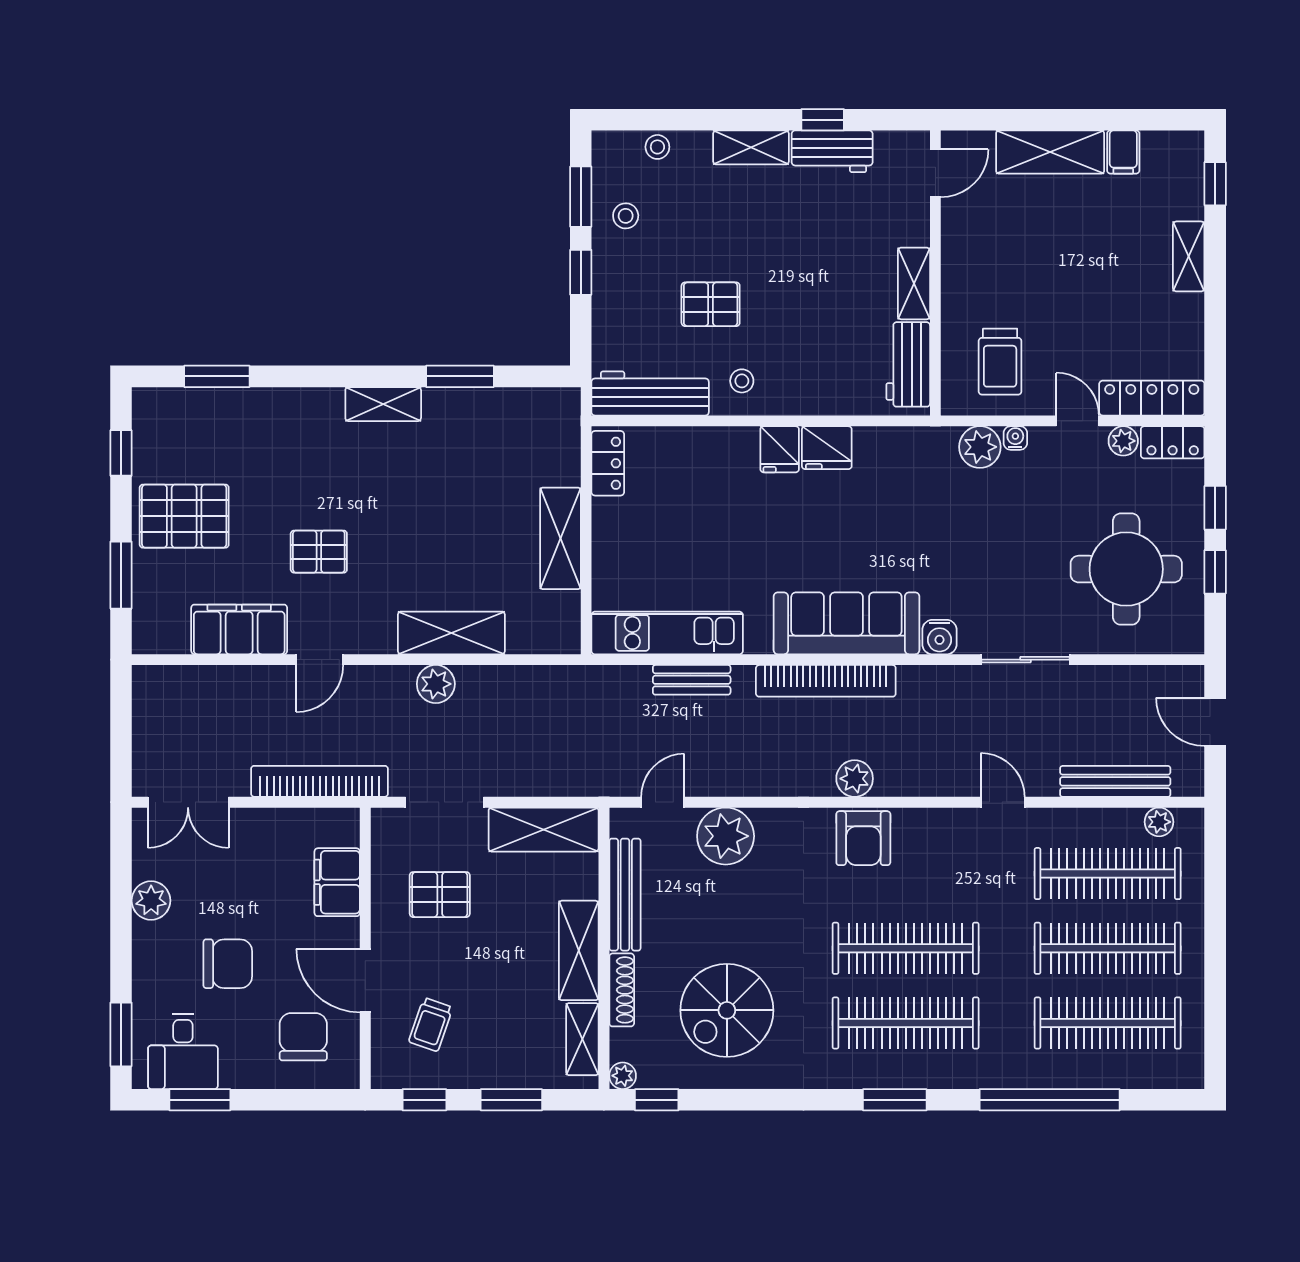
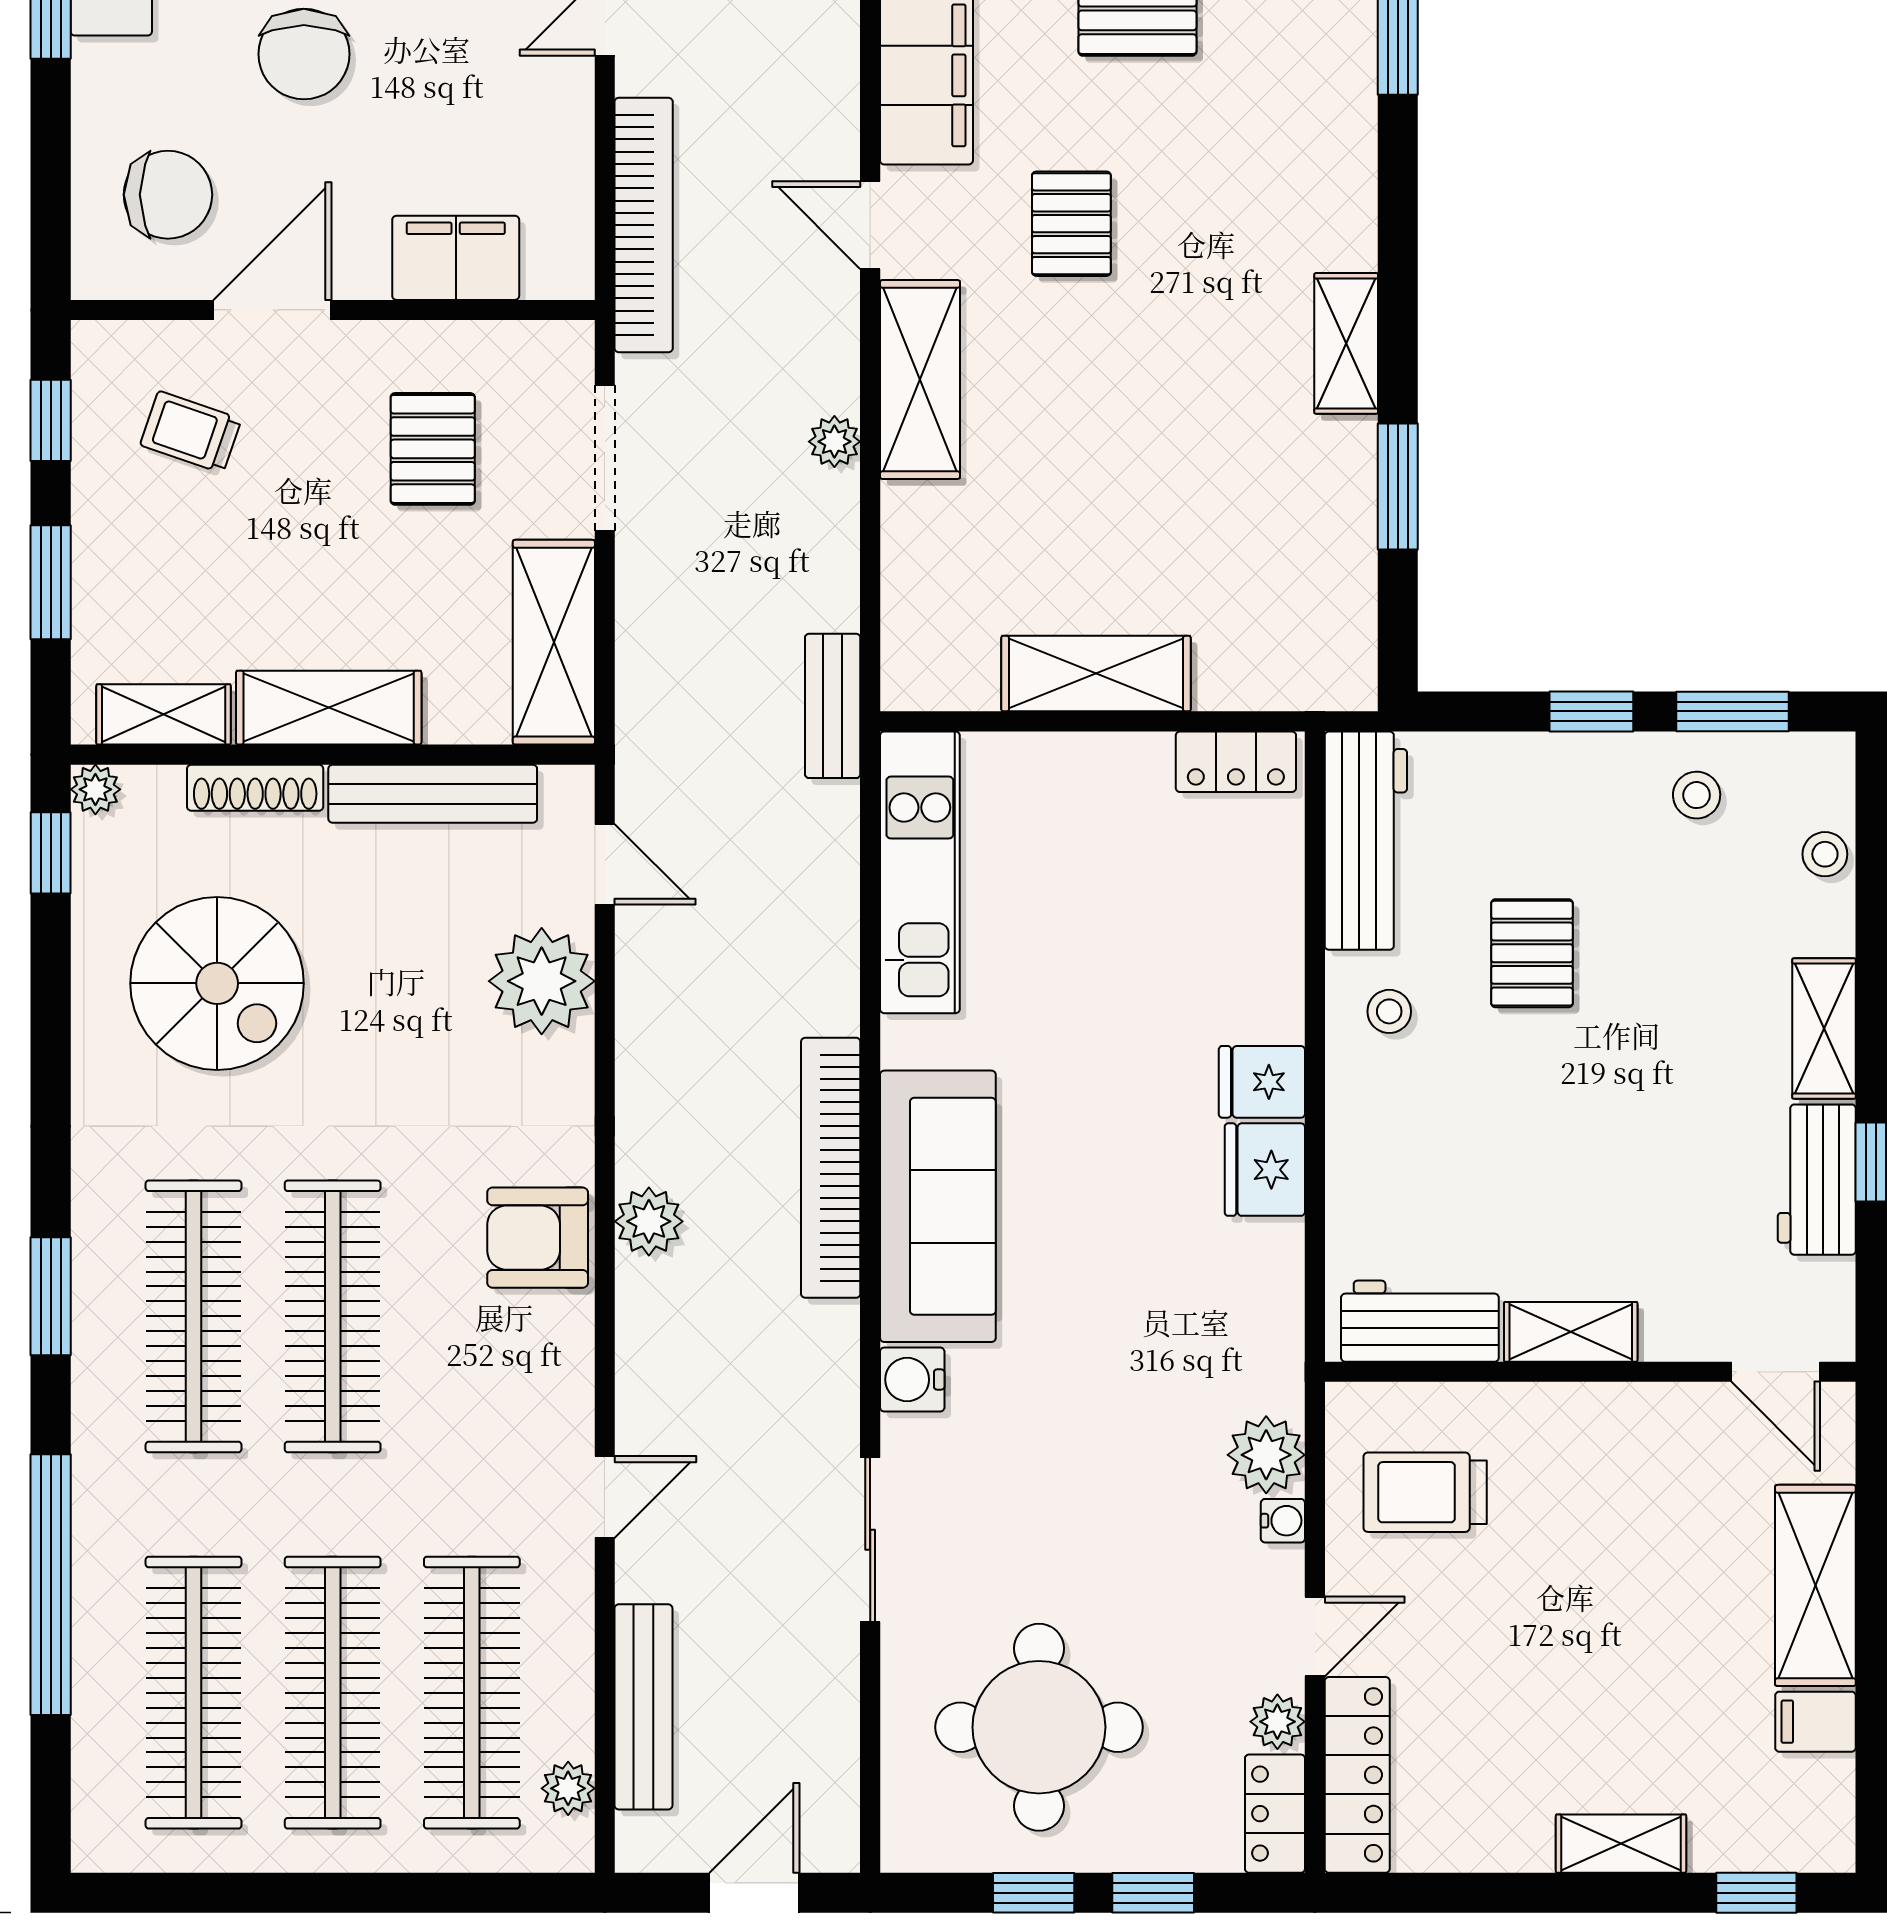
shelving: (451, 633) -> (920, 380), moved
bench: (692, 680) -> (833, 706), moved
plant: (436, 684) -> (834, 442), width x0.73, depth x0.73
spiral stairs: (727, 1010) -> (217, 983), turned 180

